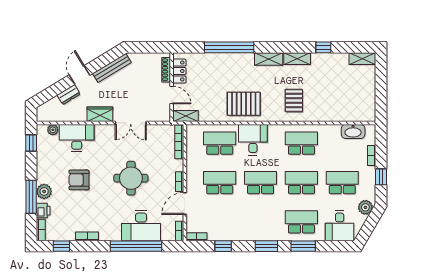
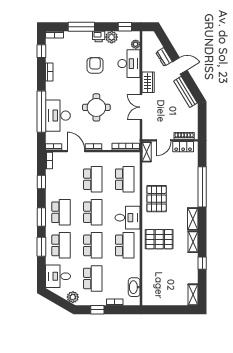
pallet: (294, 101) -> (159, 239), width x1.50, depth x1.42
desk: (253, 140) -> (128, 218), moved
plant: (44, 191) -> (112, 37), moved
printer: (43, 211) -> (99, 36), moved
school desk: (261, 222) -> (61, 212), added

